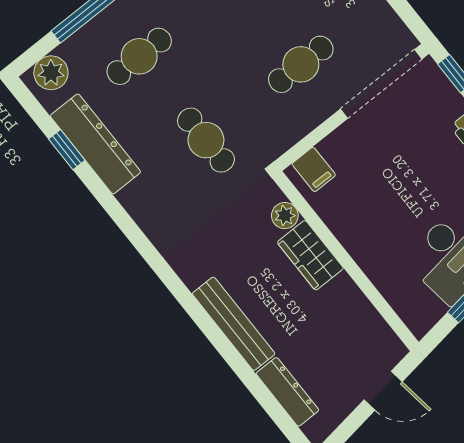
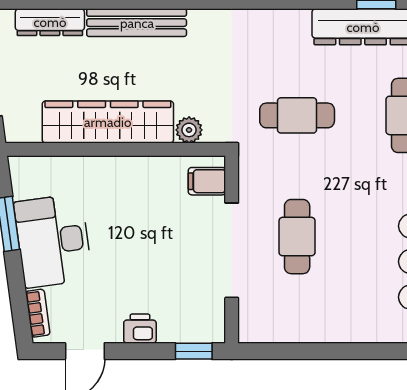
doorway: (381, 84) -> (232, 250), moved
wardrobe: (310, 255) -> (108, 122), width x2.10, depth x1.17

